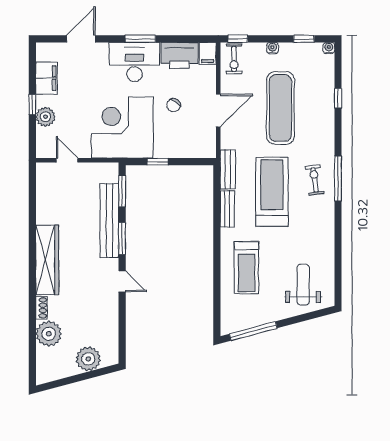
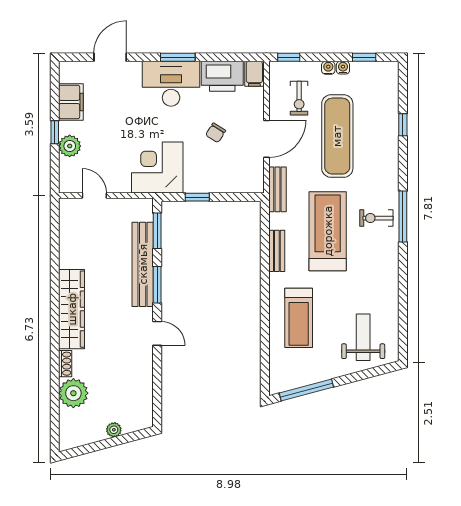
water cooler: (329, 48) -> (343, 68), moved
exercise bike: (234, 59) -> (299, 98), moved
corner desk: (122, 128) -> (157, 168), width x0.74, depth x0.74
bench: (228, 169) -> (277, 189), moved
exercise bike: (315, 180) -> (376, 218), turned -82
plant: (88, 359) -> (114, 430), width x0.53, depth x0.53

